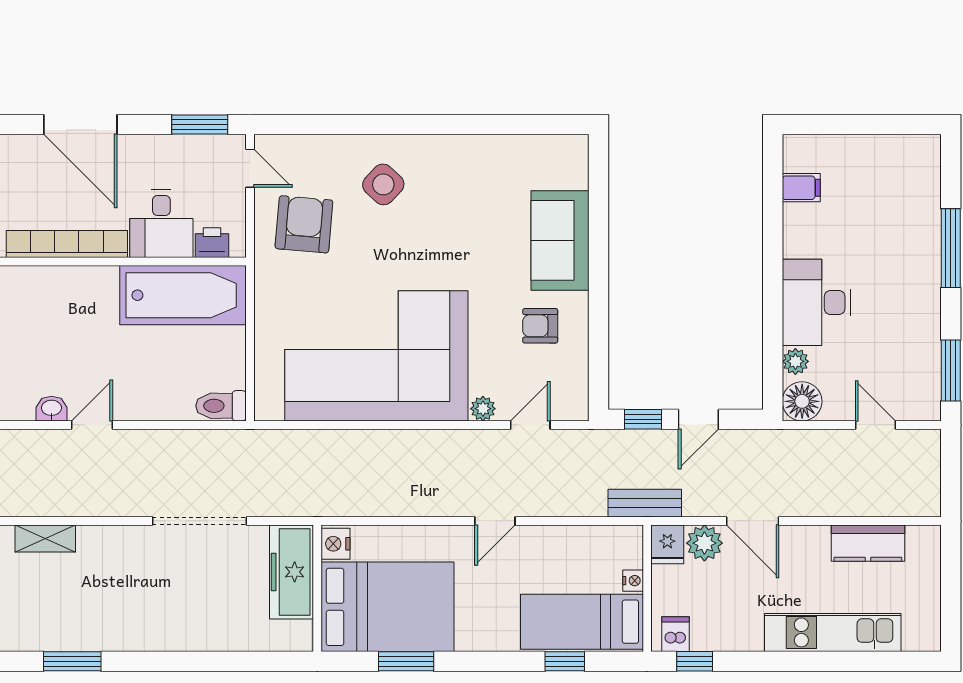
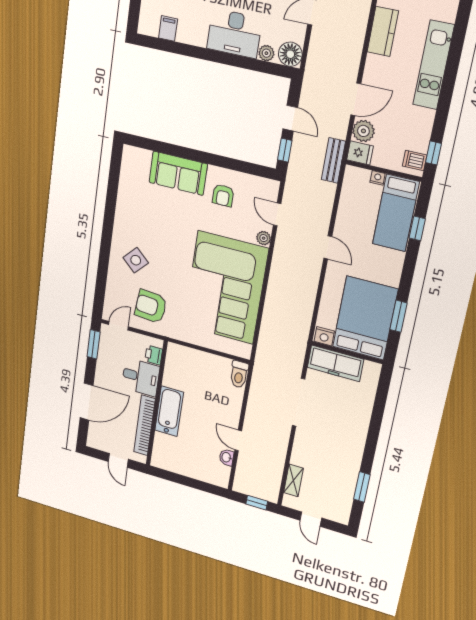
bathtub: (183, 295) -> (169, 411), moved, width x0.73, depth x0.73

